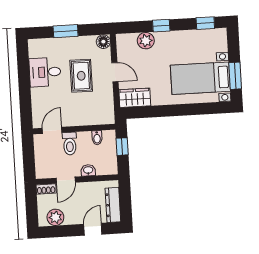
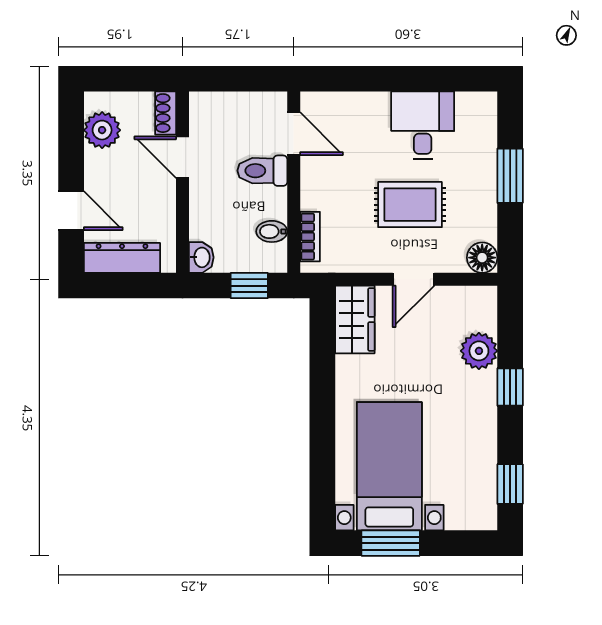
bookcase: (98, 120) -> (310, 237), added
washbasin: (88, 170) -> (201, 257), moved

